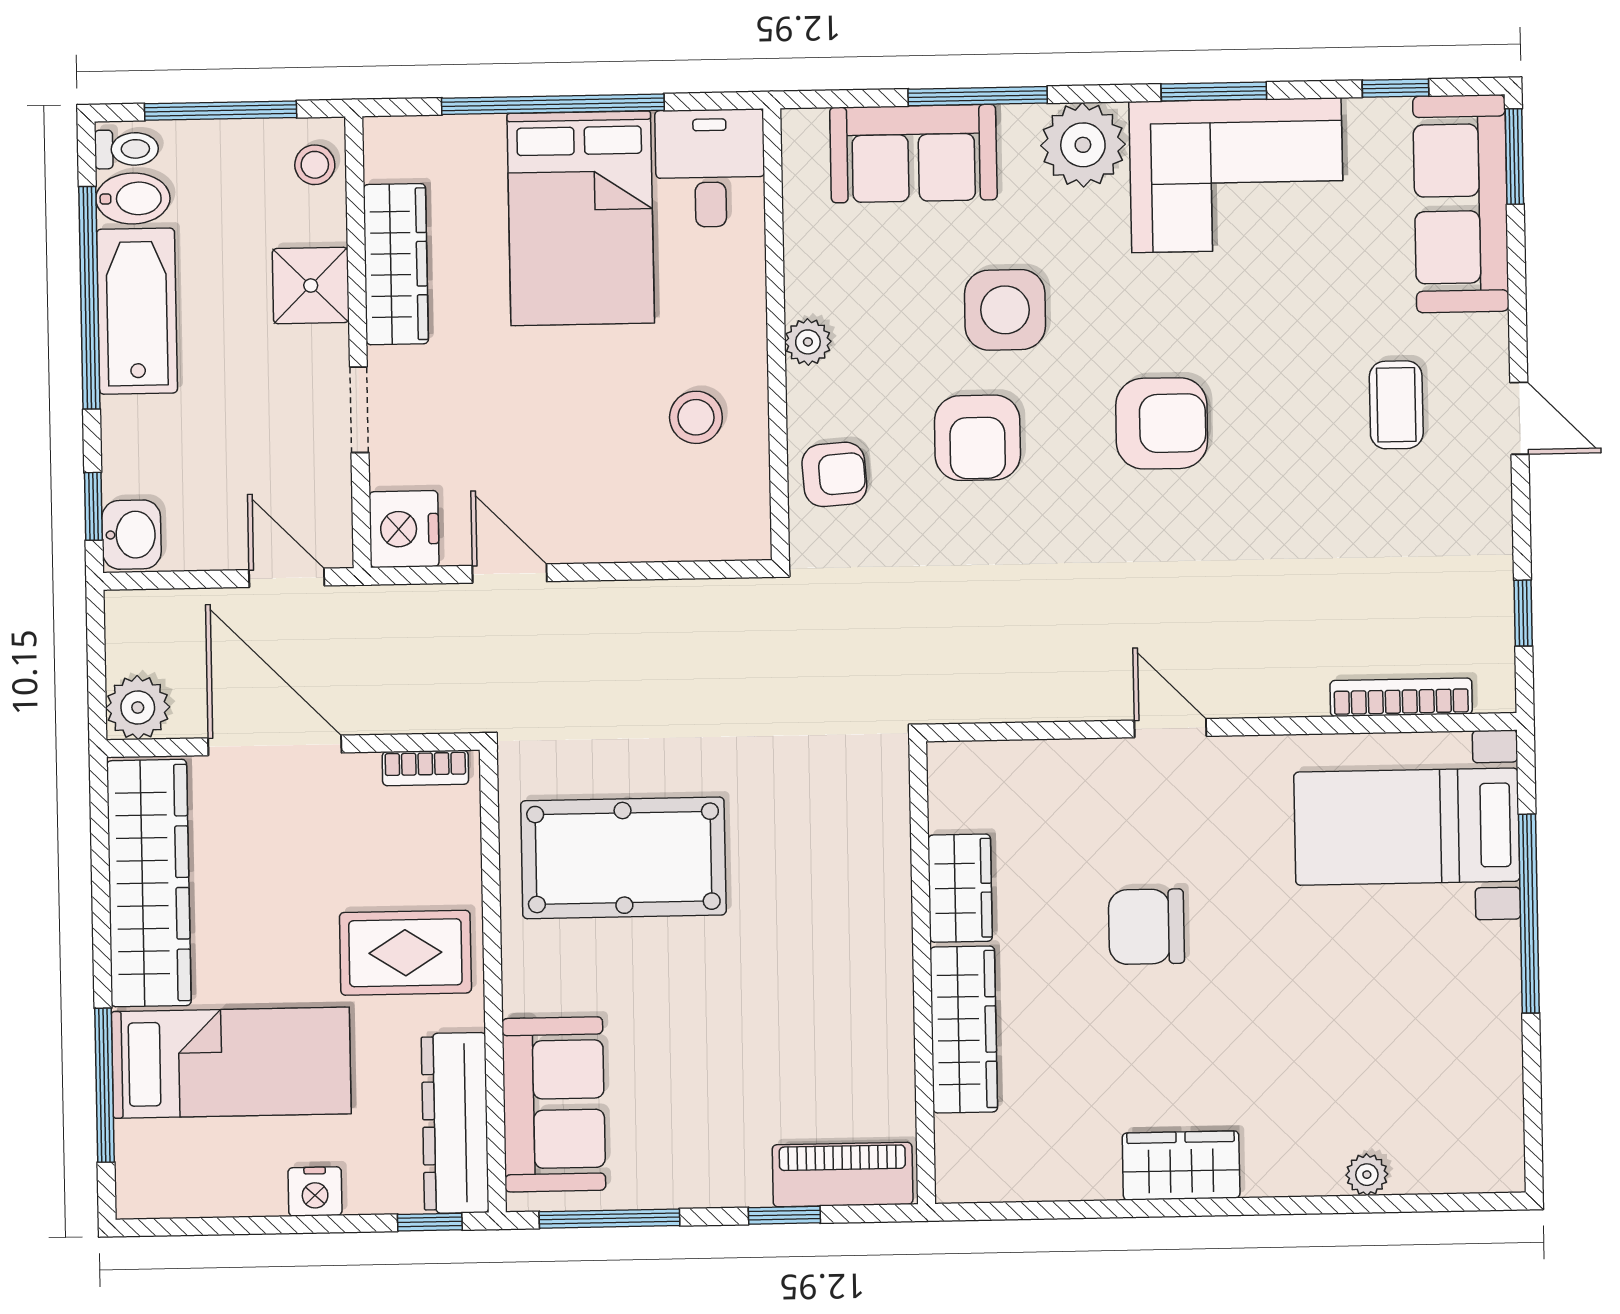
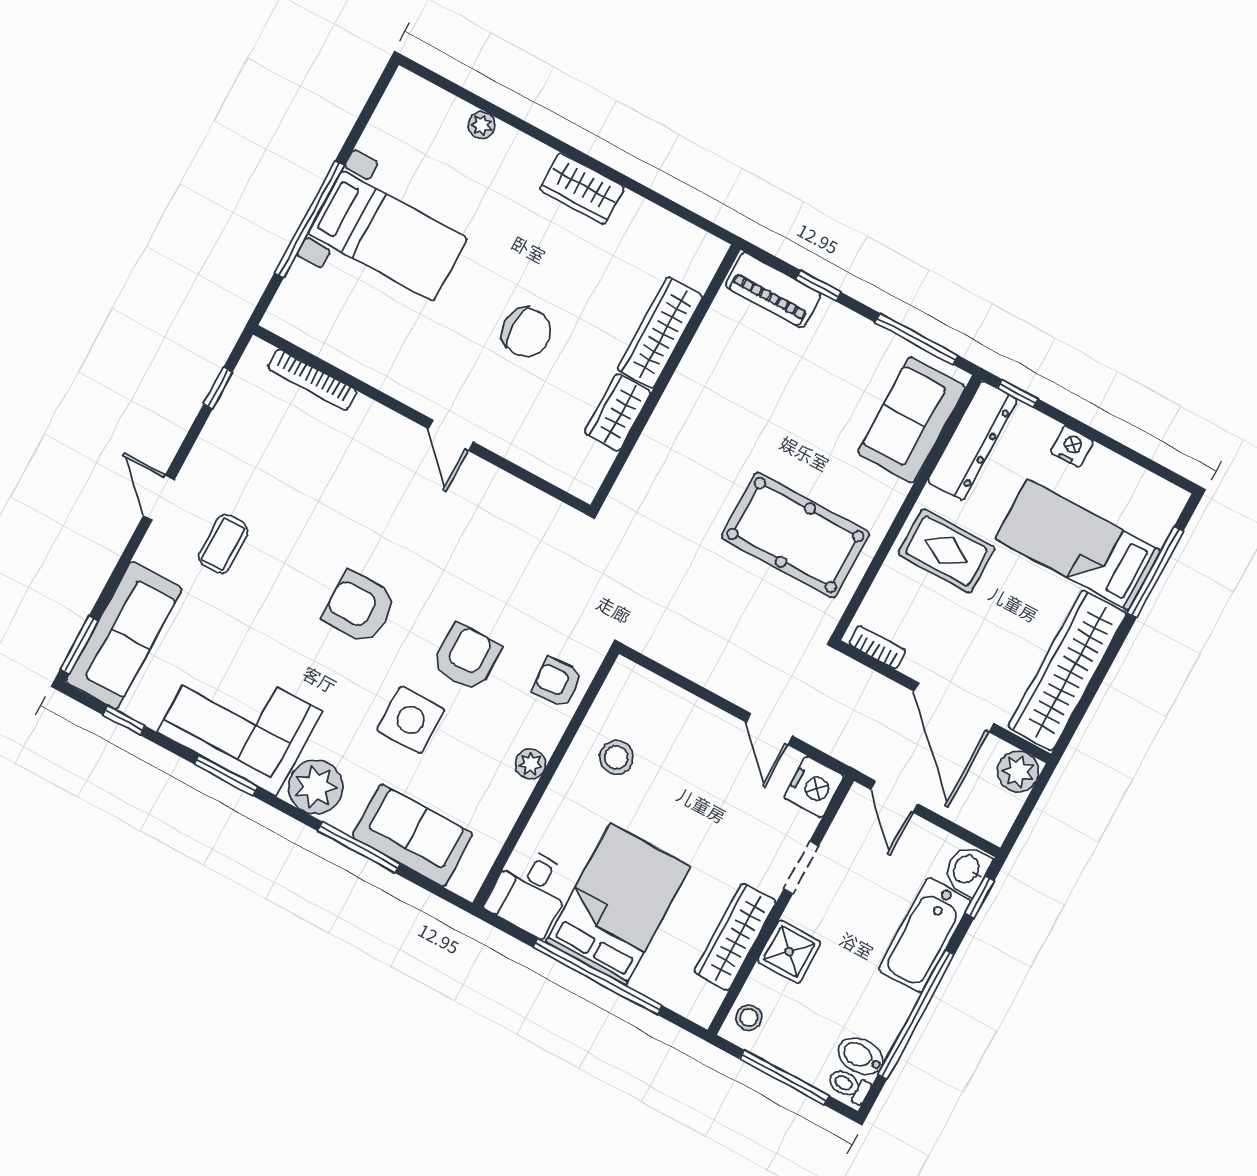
bathtub: (137, 311) -> (925, 935), moved
bed with nightstands: (1407, 827) -> (388, 236), moved

